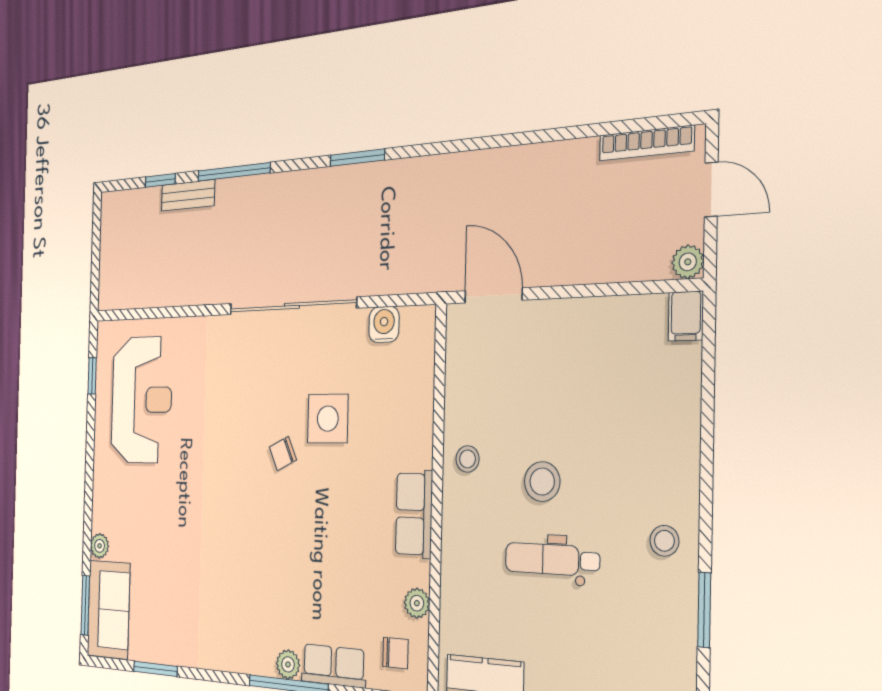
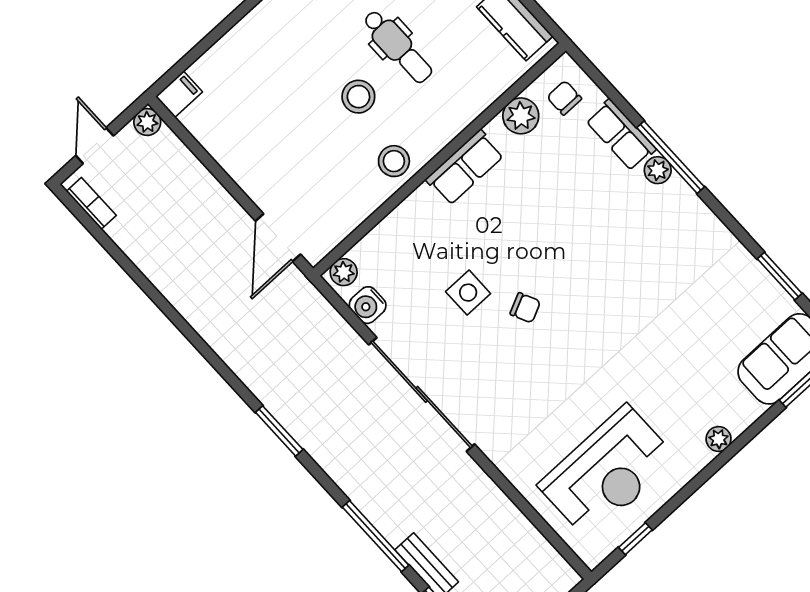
bookcase: (646, 143) -> (91, 203), width x0.64
plant: (423, 328) -> (344, 272), added
reception desk: (141, 400) -> (607, 472), turned 180
side table: (328, 419) -> (468, 293), width x0.73, depth x0.73
stool: (468, 459) -> (394, 161), width x1.37, depth x1.37
plant: (100, 546) -> (719, 439), moved
plant: (417, 603) -> (521, 116), width x1.38, depth x1.38

